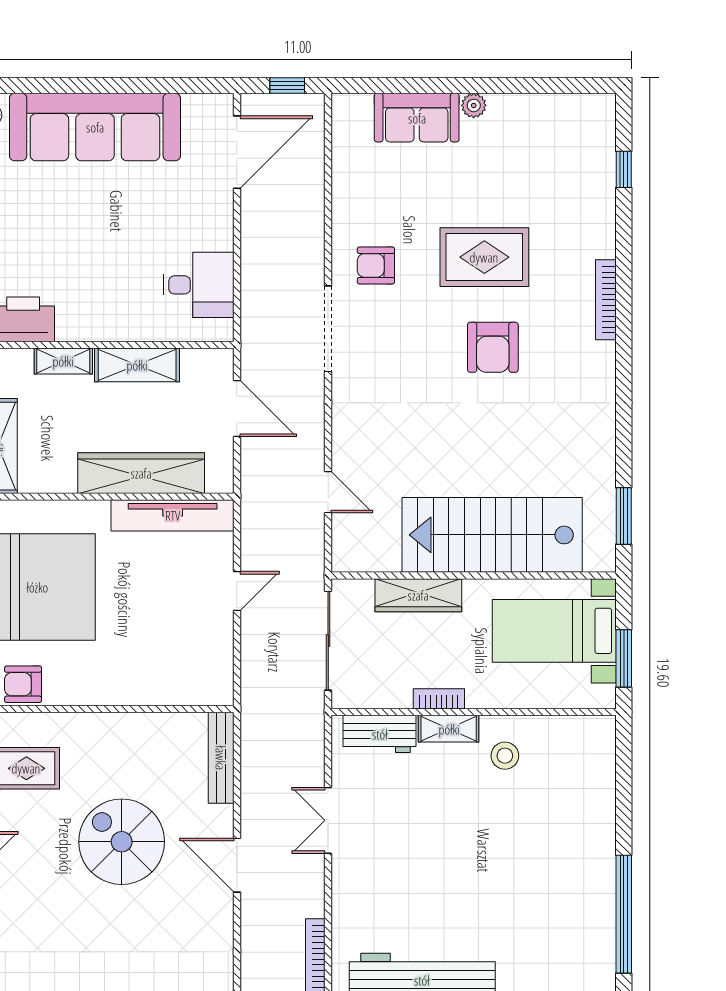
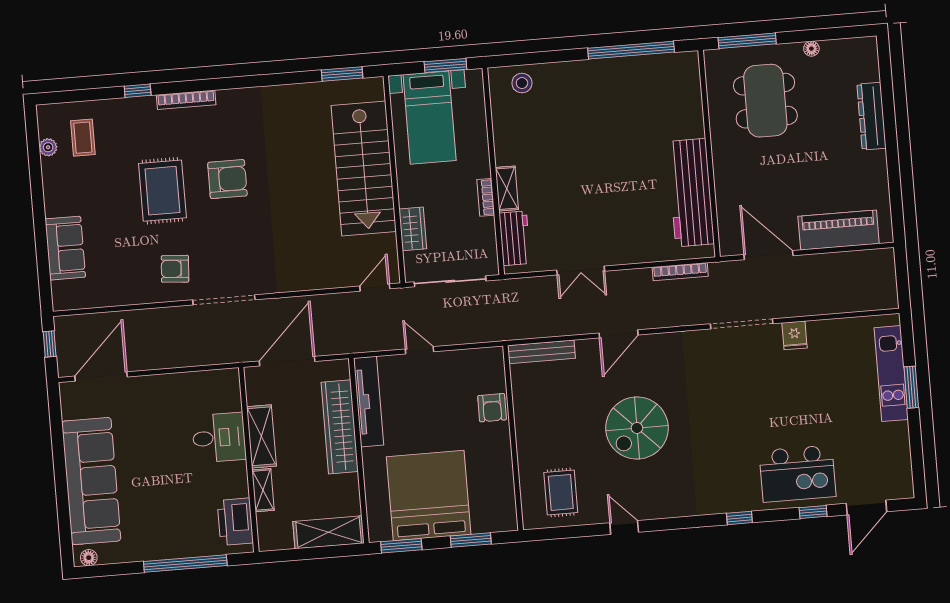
plant: (474, 105) -> (48, 147), moved
door: (237, 152) -> (101, 376), hinge flipped
coffee table: (566, 154) -> (83, 138), added
window: (624, 169) -> (138, 91), moved
armchair: (376, 265) -> (175, 269), turned 94
desk: (199, 285) -> (219, 438), moved, turned 90
door: (237, 409) -> (287, 361), width x1.36
door: (328, 492) -> (375, 287), moved
wardrobe: (418, 595) -> (413, 229), width x0.67
armchair: (23, 684) -> (492, 408), moved
stool: (505, 756) -> (522, 83), moved
spiral stairs: (122, 842) -> (637, 428), moved

